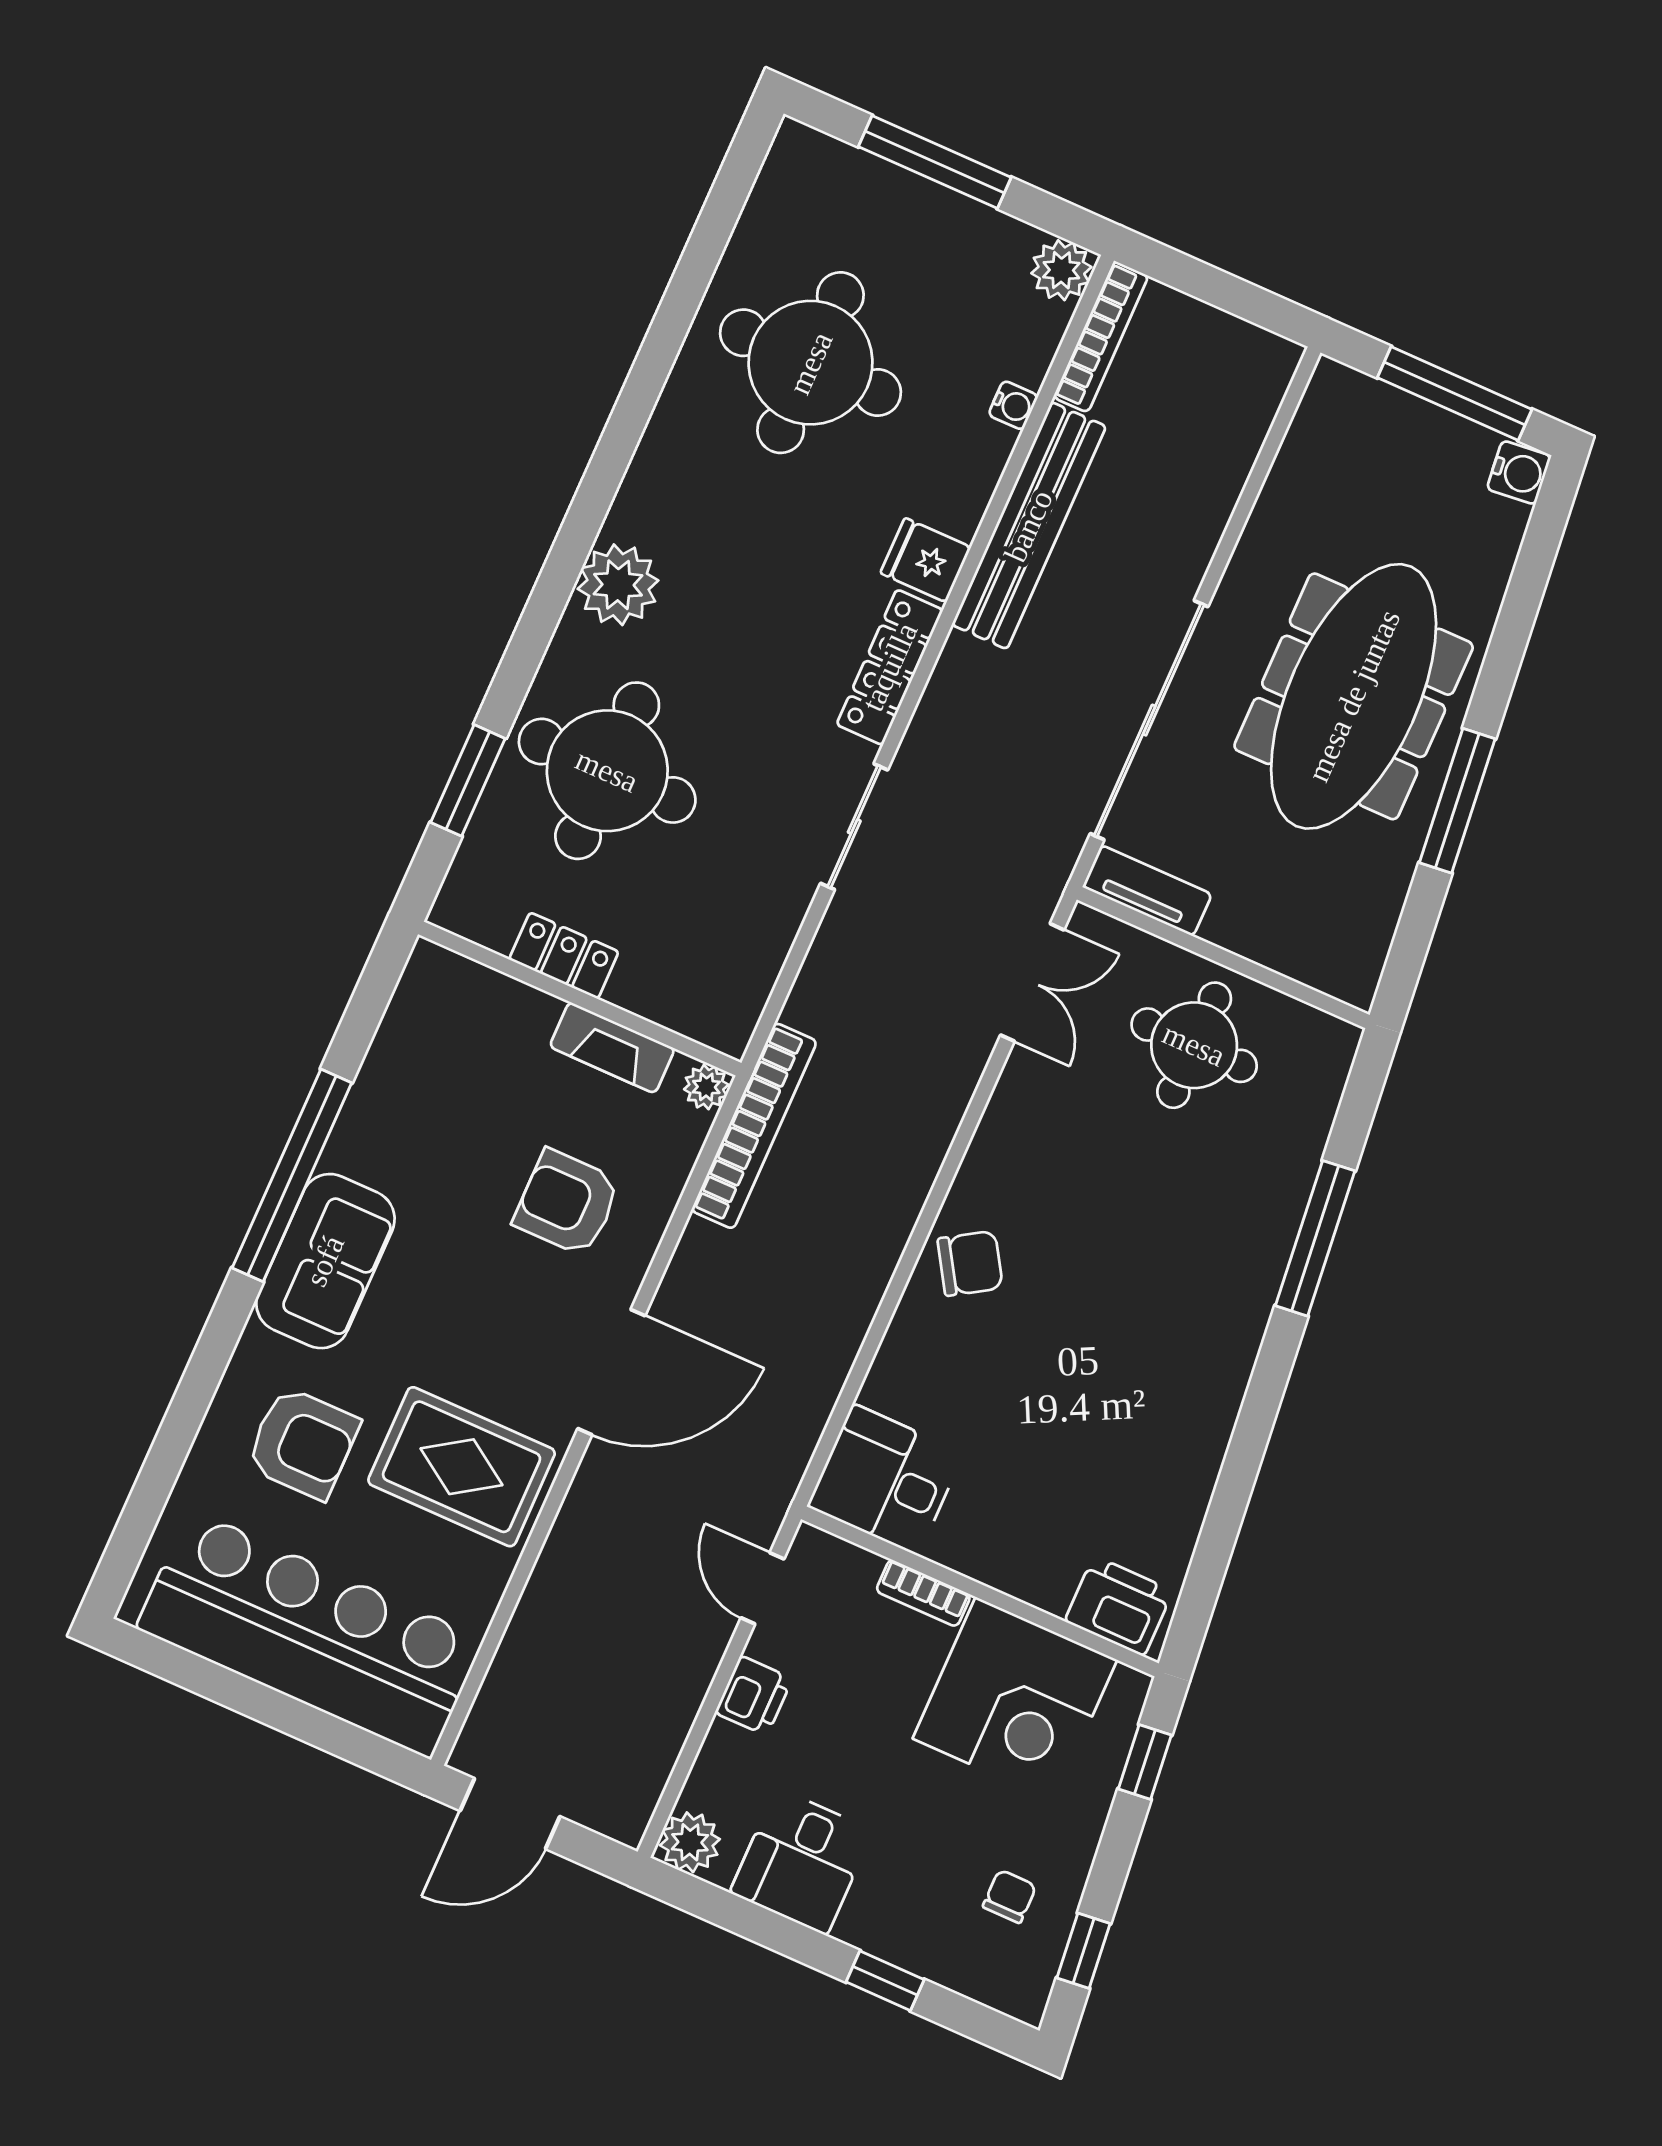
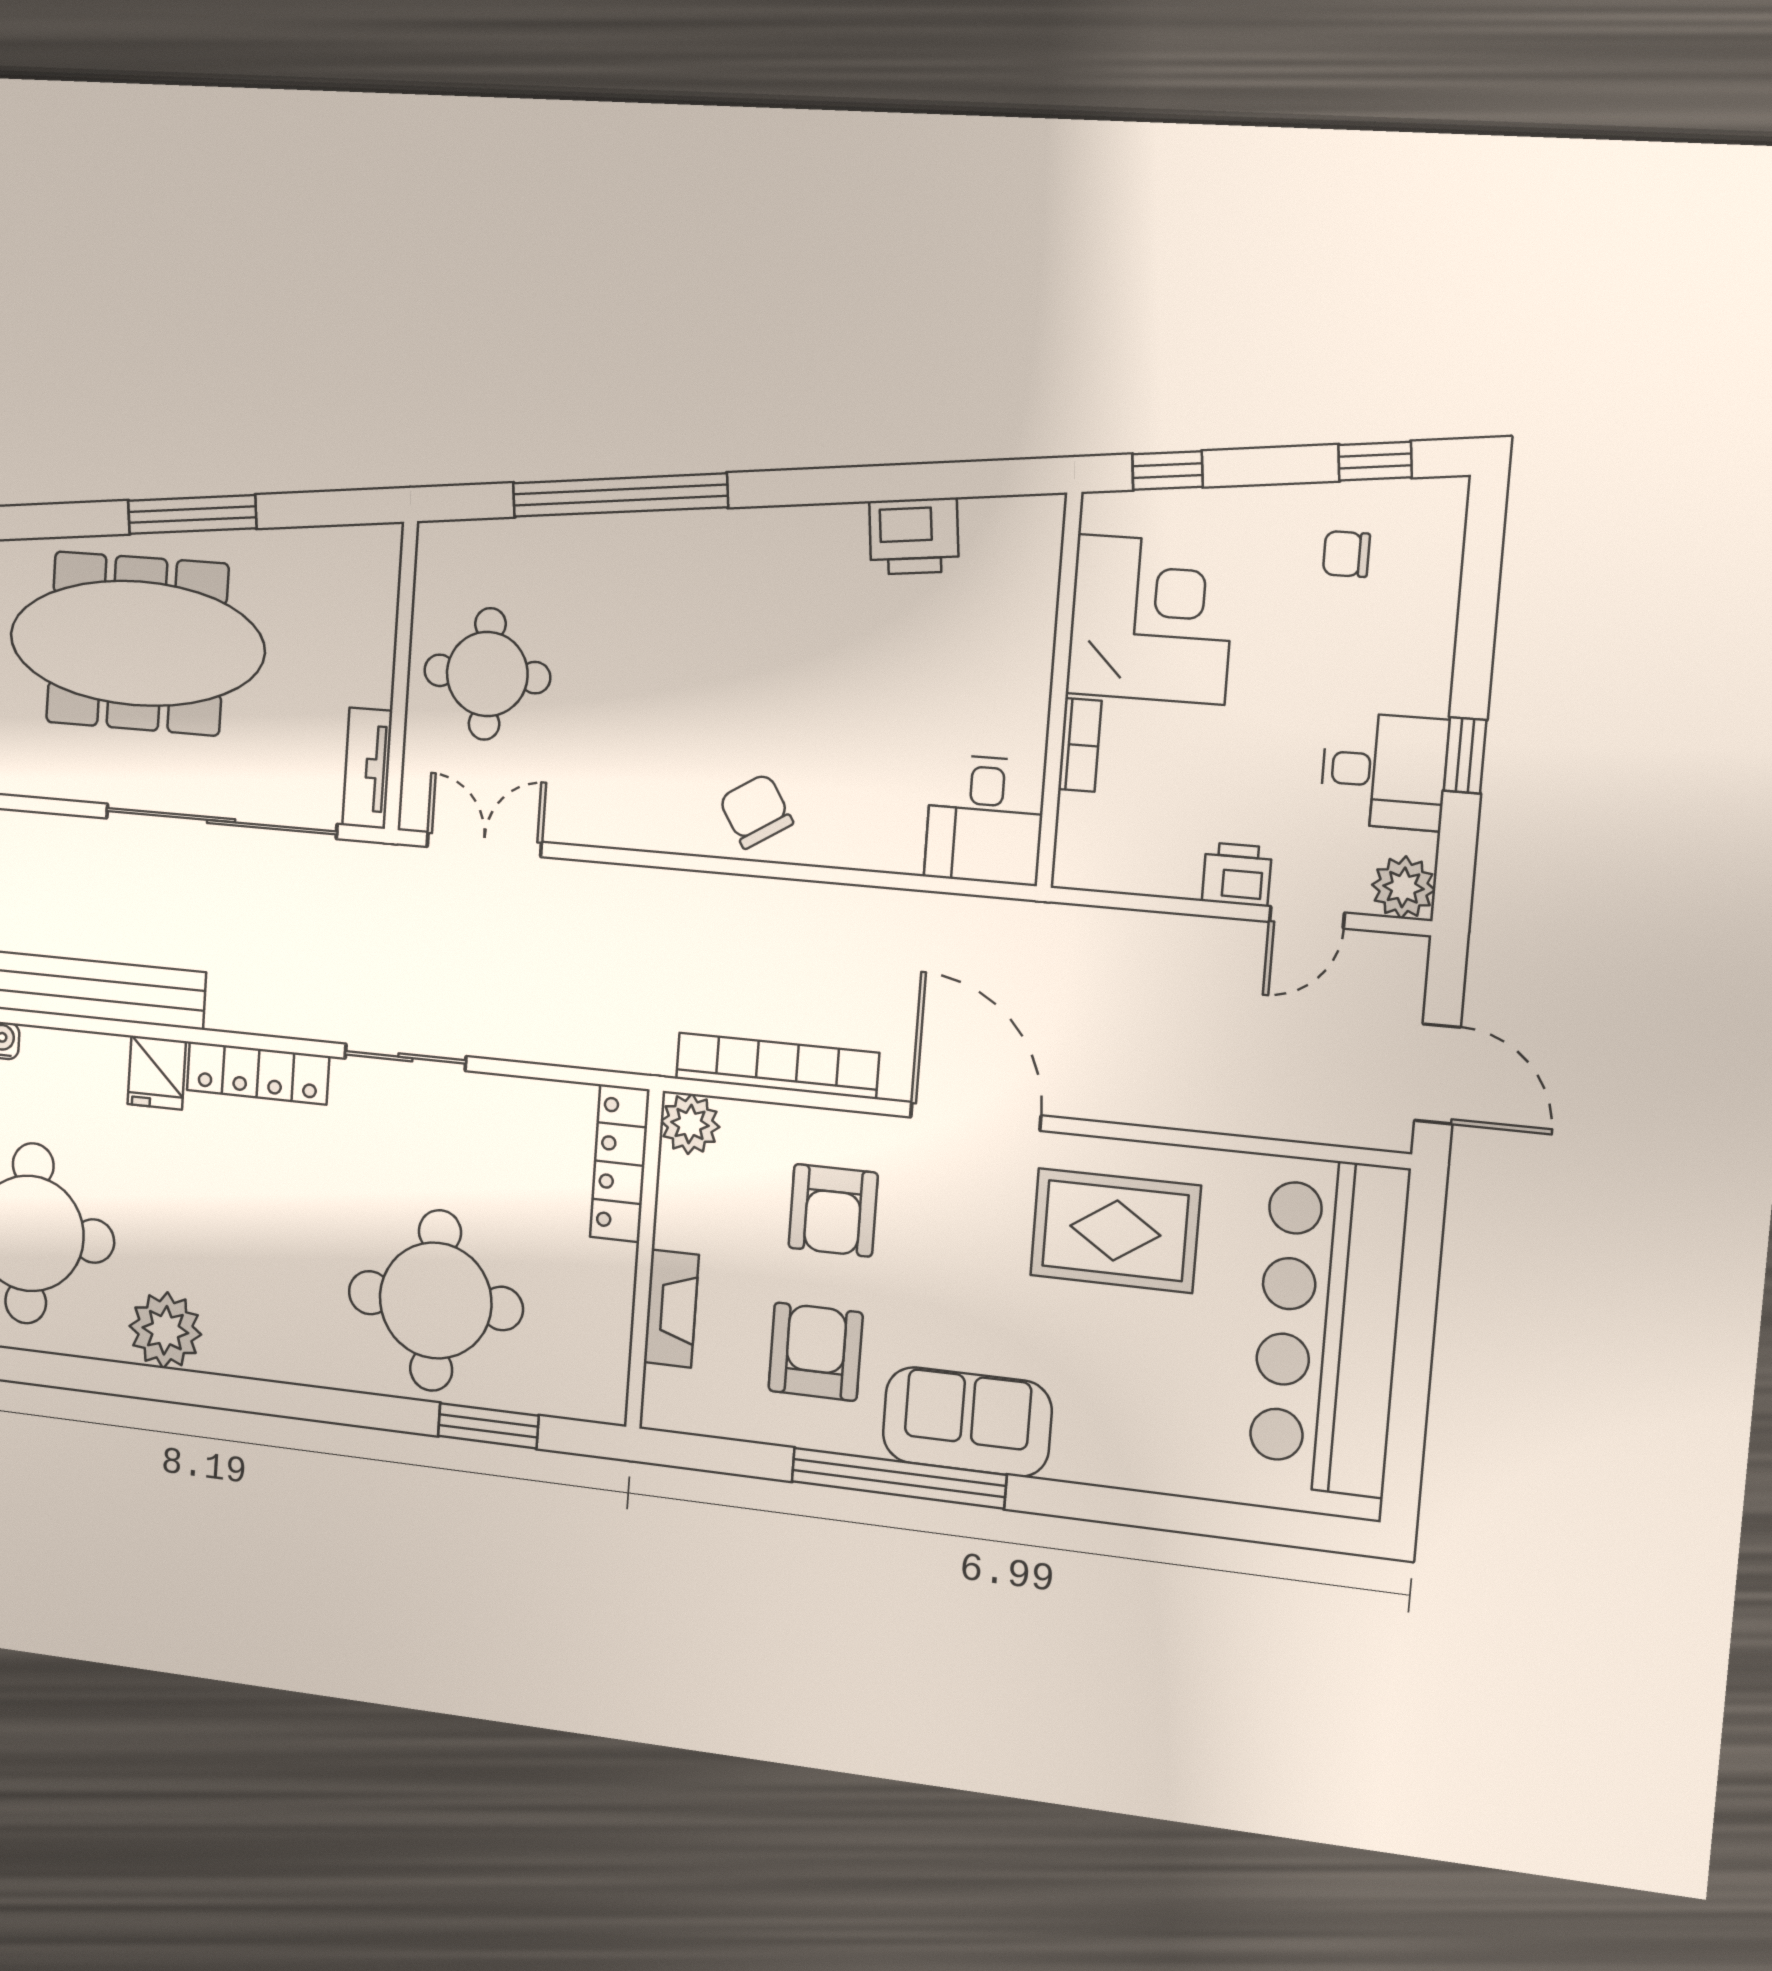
plant: (618, 585) -> (165, 1330), moved
locker: (564, 956) -> (620, 1163), moved, width x1.53
fireplace: (612, 1048) -> (671, 1309), moved
plant: (706, 1087) -> (690, 1124), width x1.38, depth x1.38
bookcase: (754, 1126) -> (777, 1066), moved
window: (1315, 1238) -> (620, 495), width x1.46
armchair: (303, 1443) -> (816, 1352), moved
rug: (462, 1467) -> (1115, 1231), turned 90
door: (762, 1588) -> (1307, 917), moved
printer: (1119, 1606) -> (914, 536), moved, turned -96
window: (885, 1981) -> (1465, 755), moved

